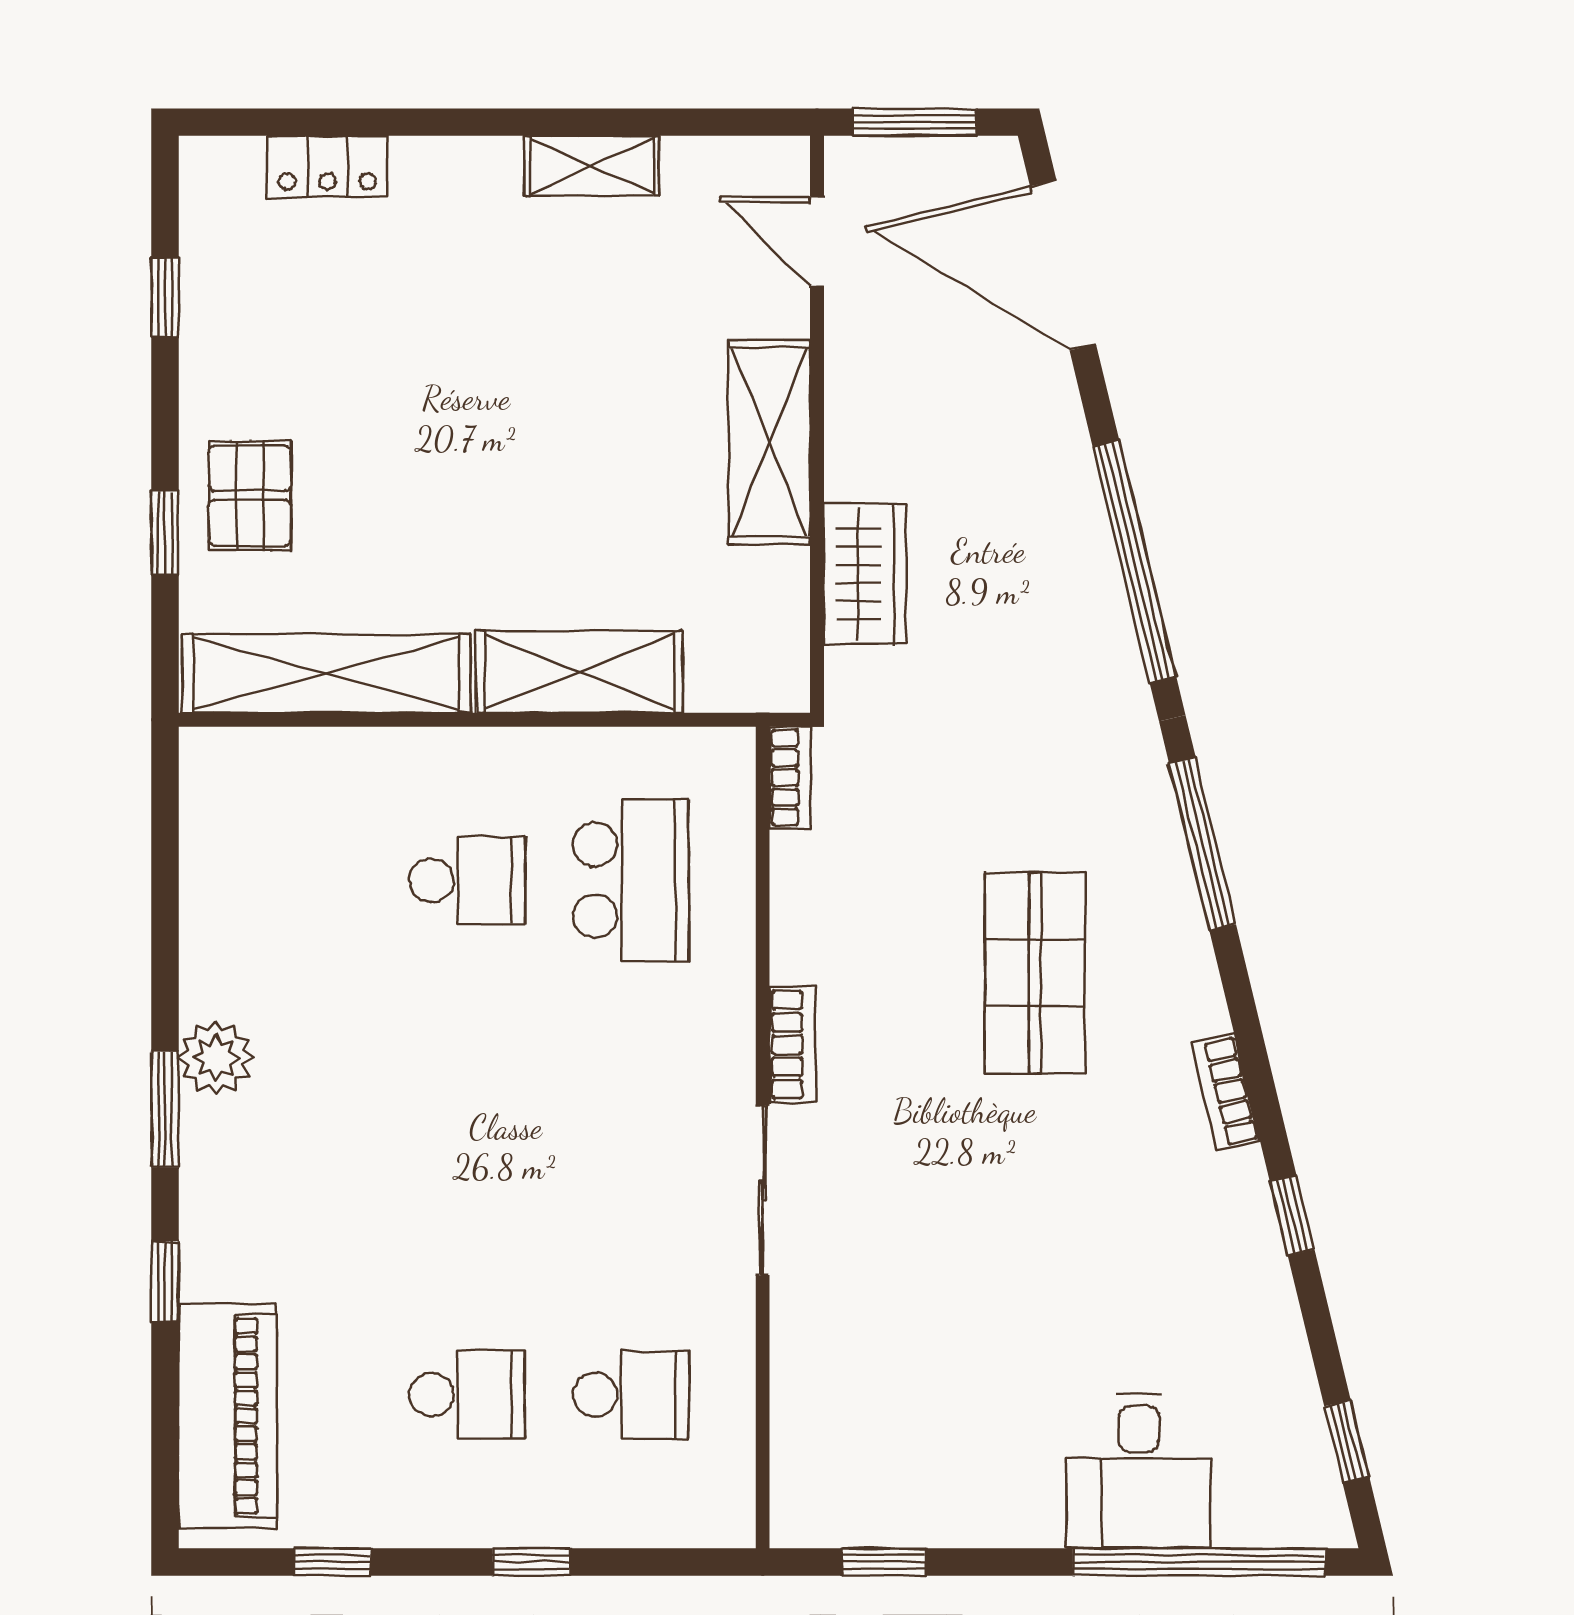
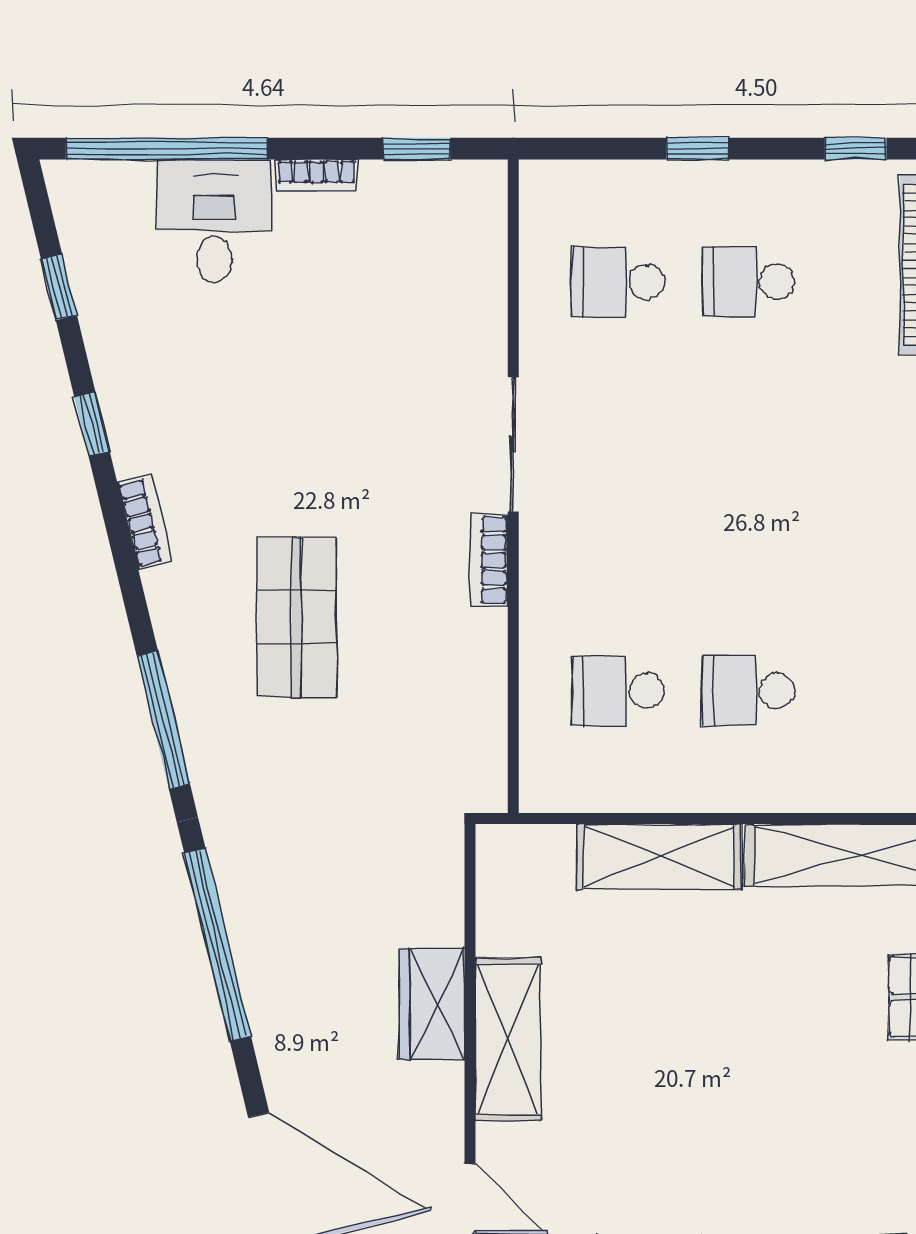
wardrobe: (865, 574) -> (432, 1004), moved
bookcase: (790, 778) -> (316, 176), moved, turned -90
school desk: (631, 880) -> (618, 691), width x0.54
window: (1347, 1442) -> (59, 287), moved

